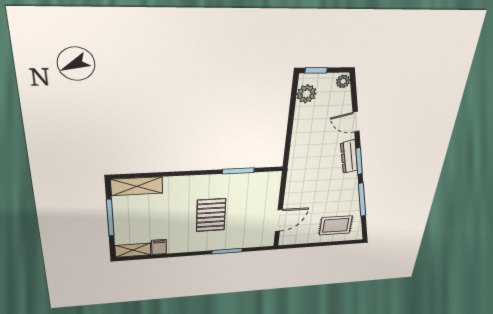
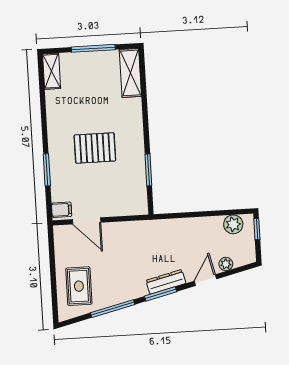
plant: (343, 81) -> (226, 264), moved
filing cabinet: (159, 247) -> (61, 210), moved

